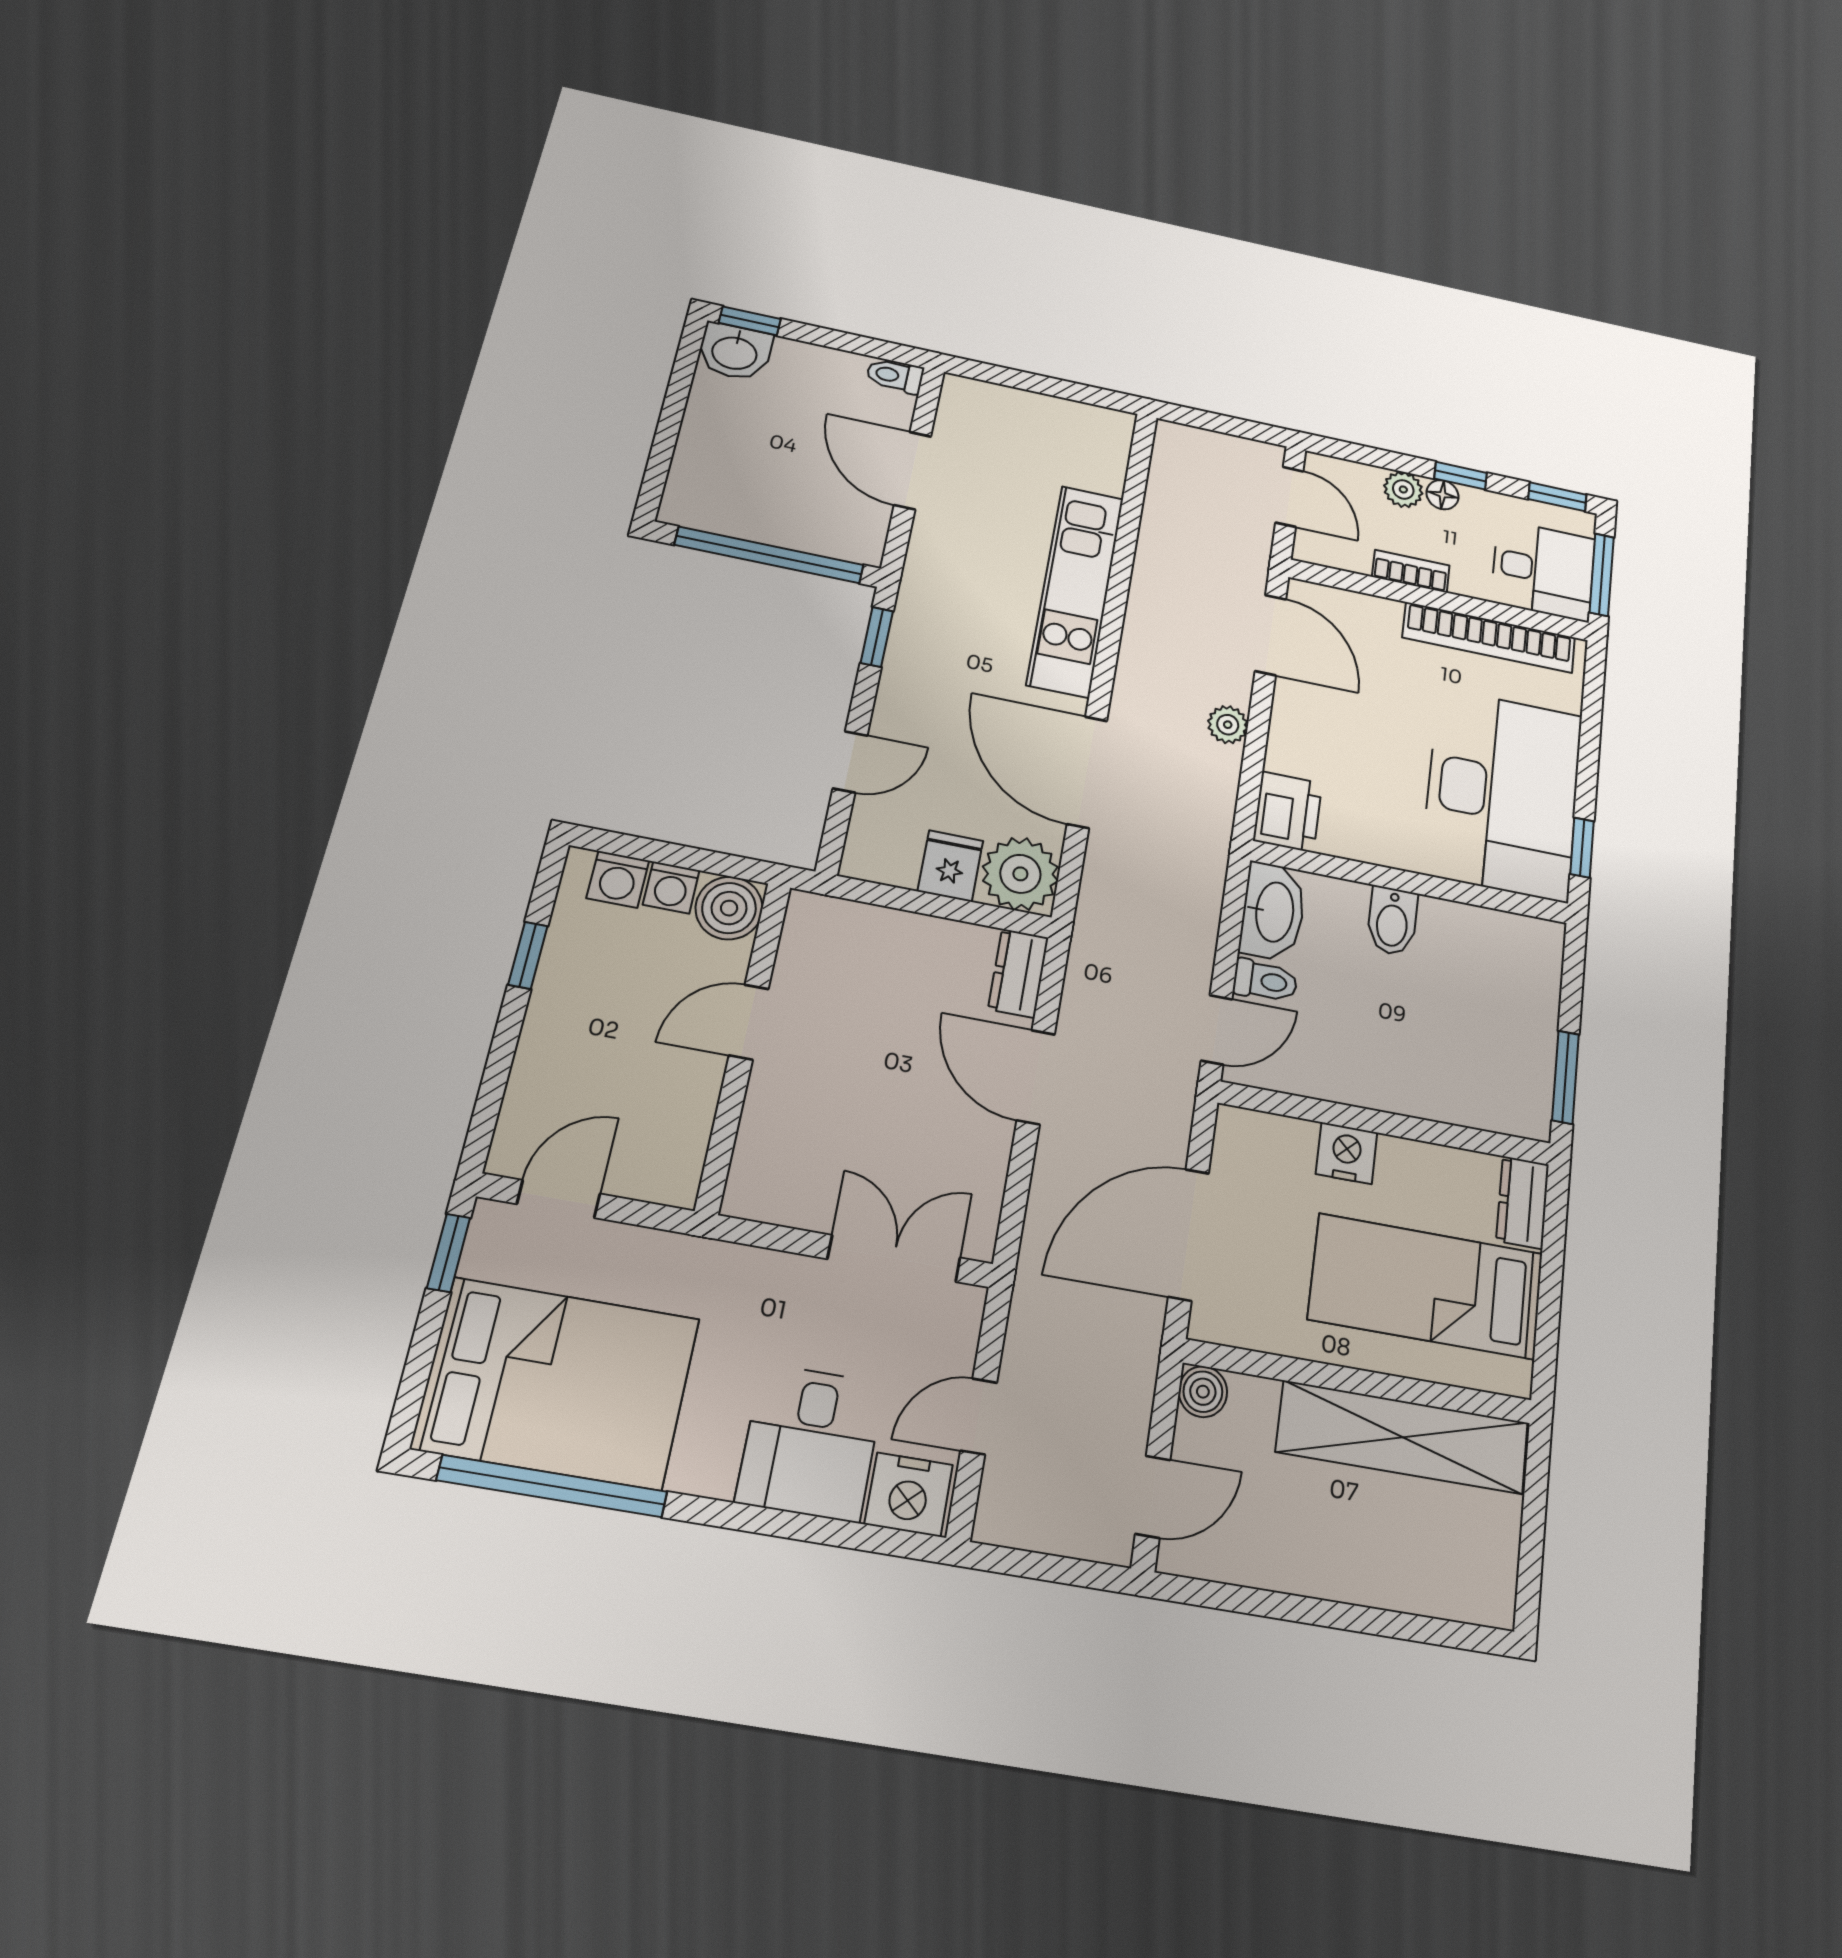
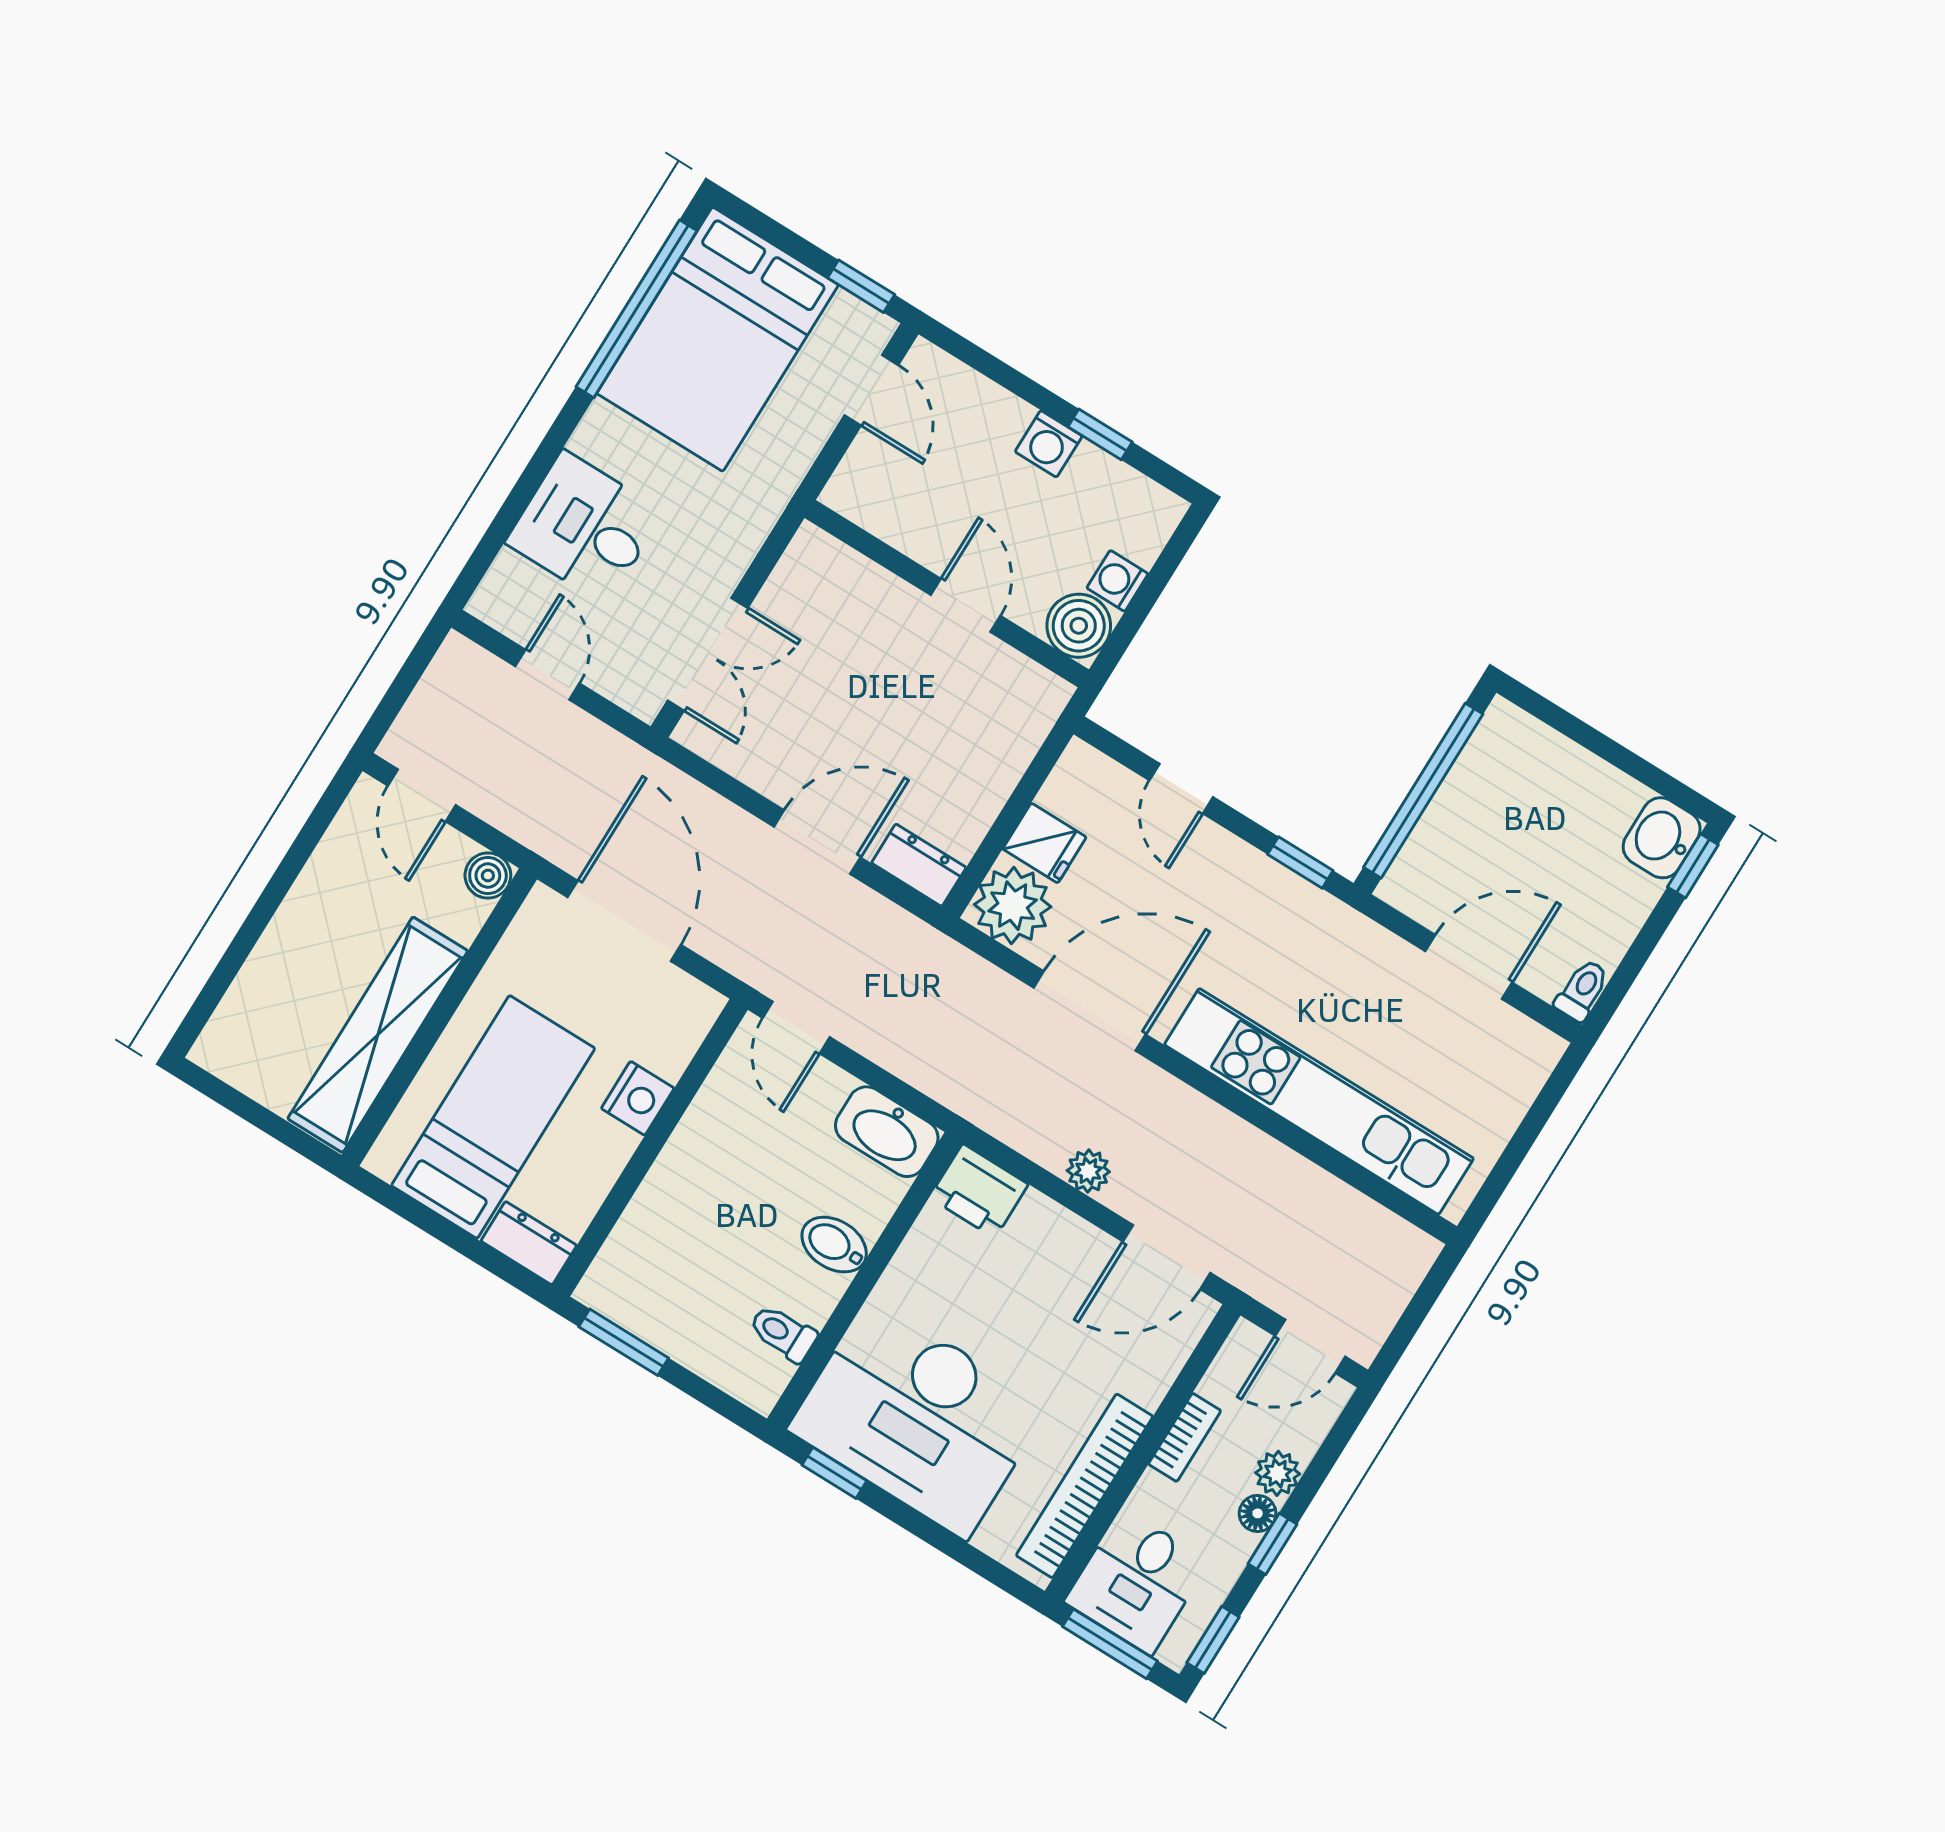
kitchen unit: (1076, 590) -> (1319, 1101), width x1.36
washing machine: (618, 879) -> (1049, 444), moved, turned -90
toilet: (1265, 981) -> (783, 1333), moved, turned 90
nightstand: (909, 1495) -> (510, 592), removed

